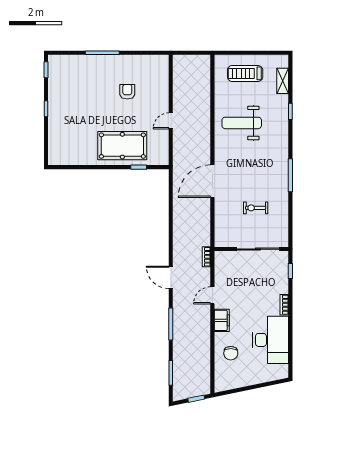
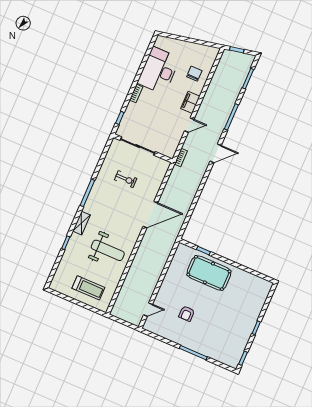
shelving: (283, 81) -> (81, 223), moved
door: (171, 121) -> (148, 310), moved
door: (171, 277) -> (216, 153), hinge flipped

